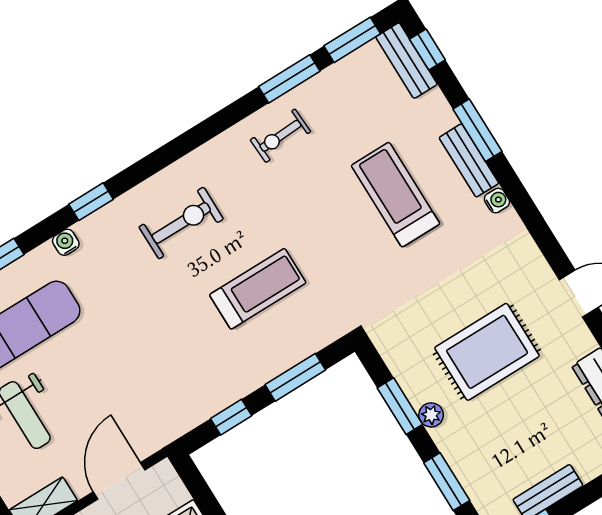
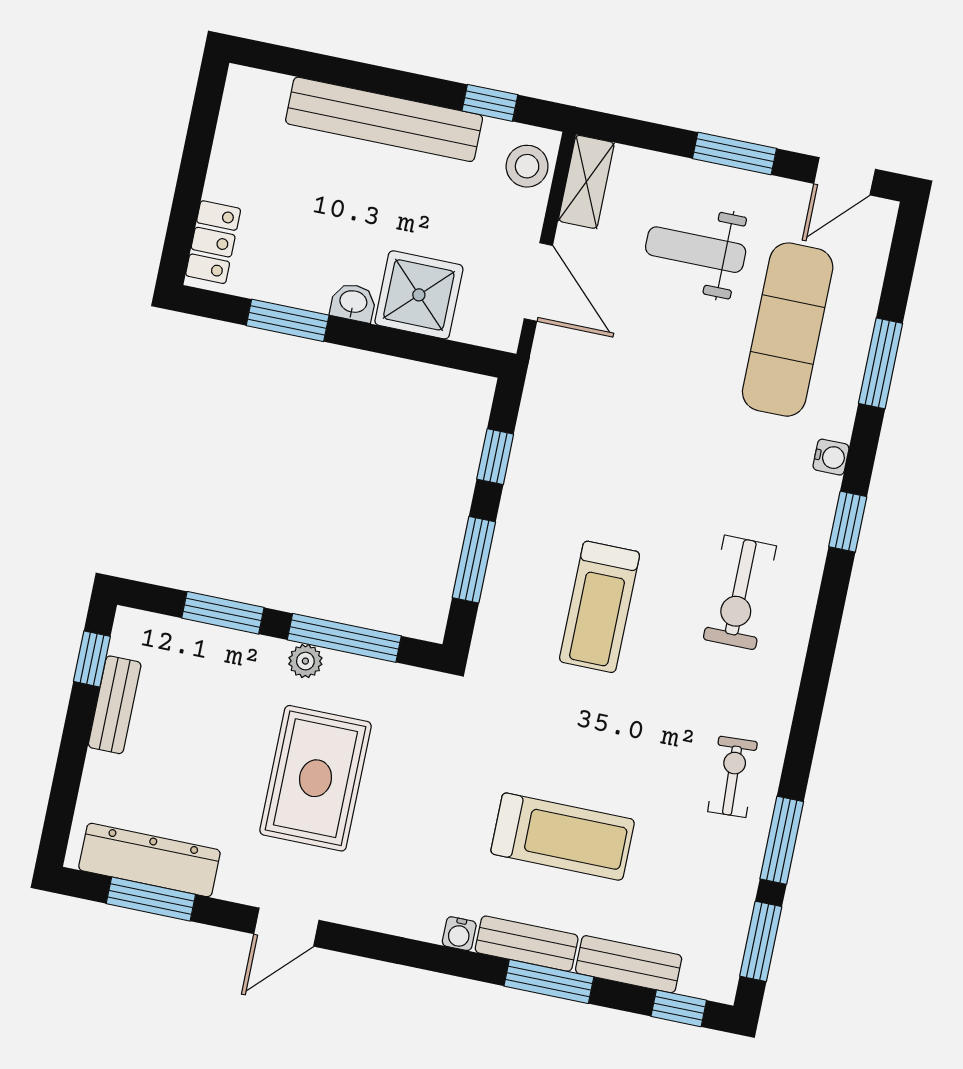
bench: (406, 61) -> (629, 964), moved
window: (400, 406) -> (344, 638), width x1.44

